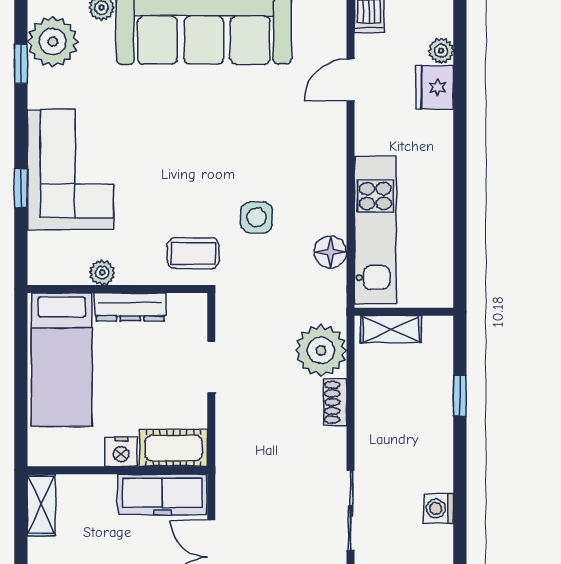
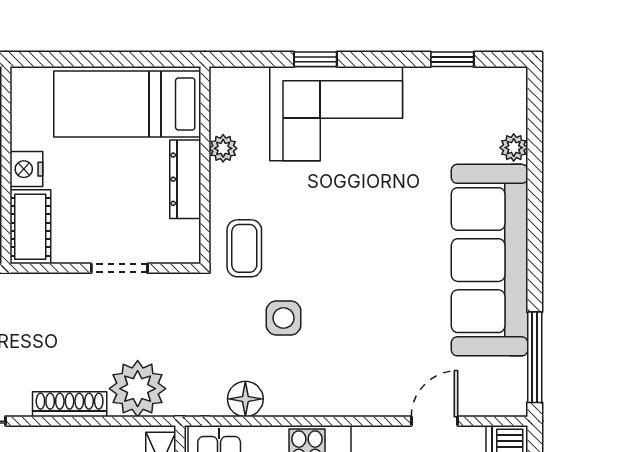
plant: (53, 42) -> (476, 94), removed
door: (350, 80) -> (434, 421), hinge flipped
shoe rack: (335, 402) -> (70, 404), width x1.43

